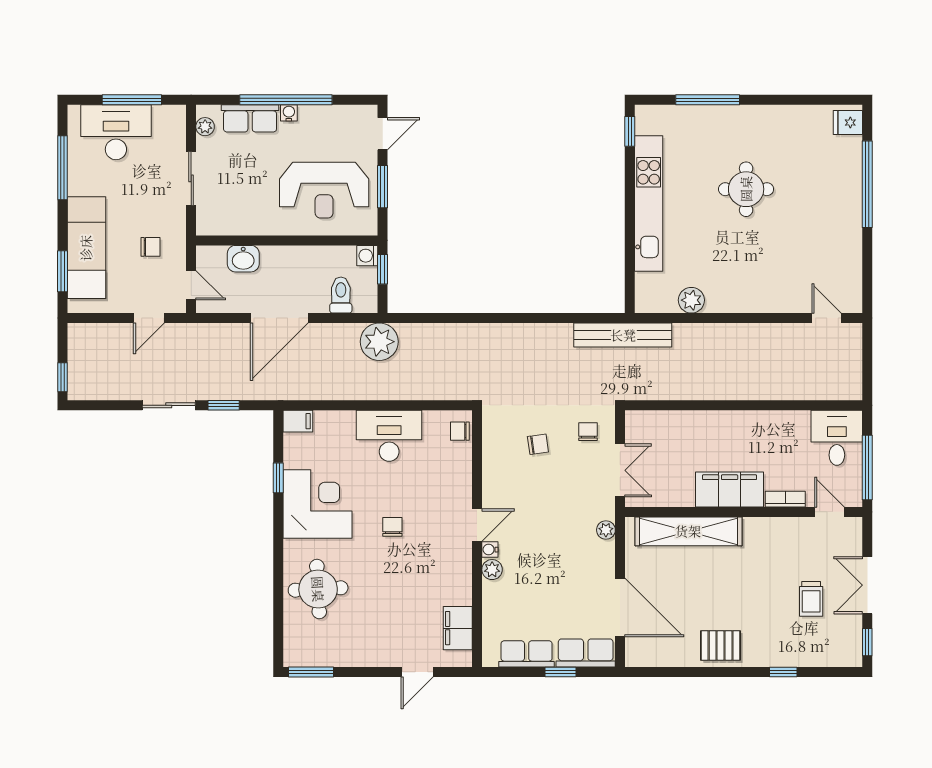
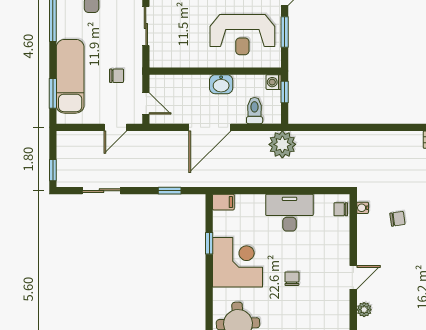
washbasin: (243, 259) -> (221, 84), moved
sliding door: (169, 405) -> (101, 191), moved
water cooler: (490, 550) -> (363, 208), moved

